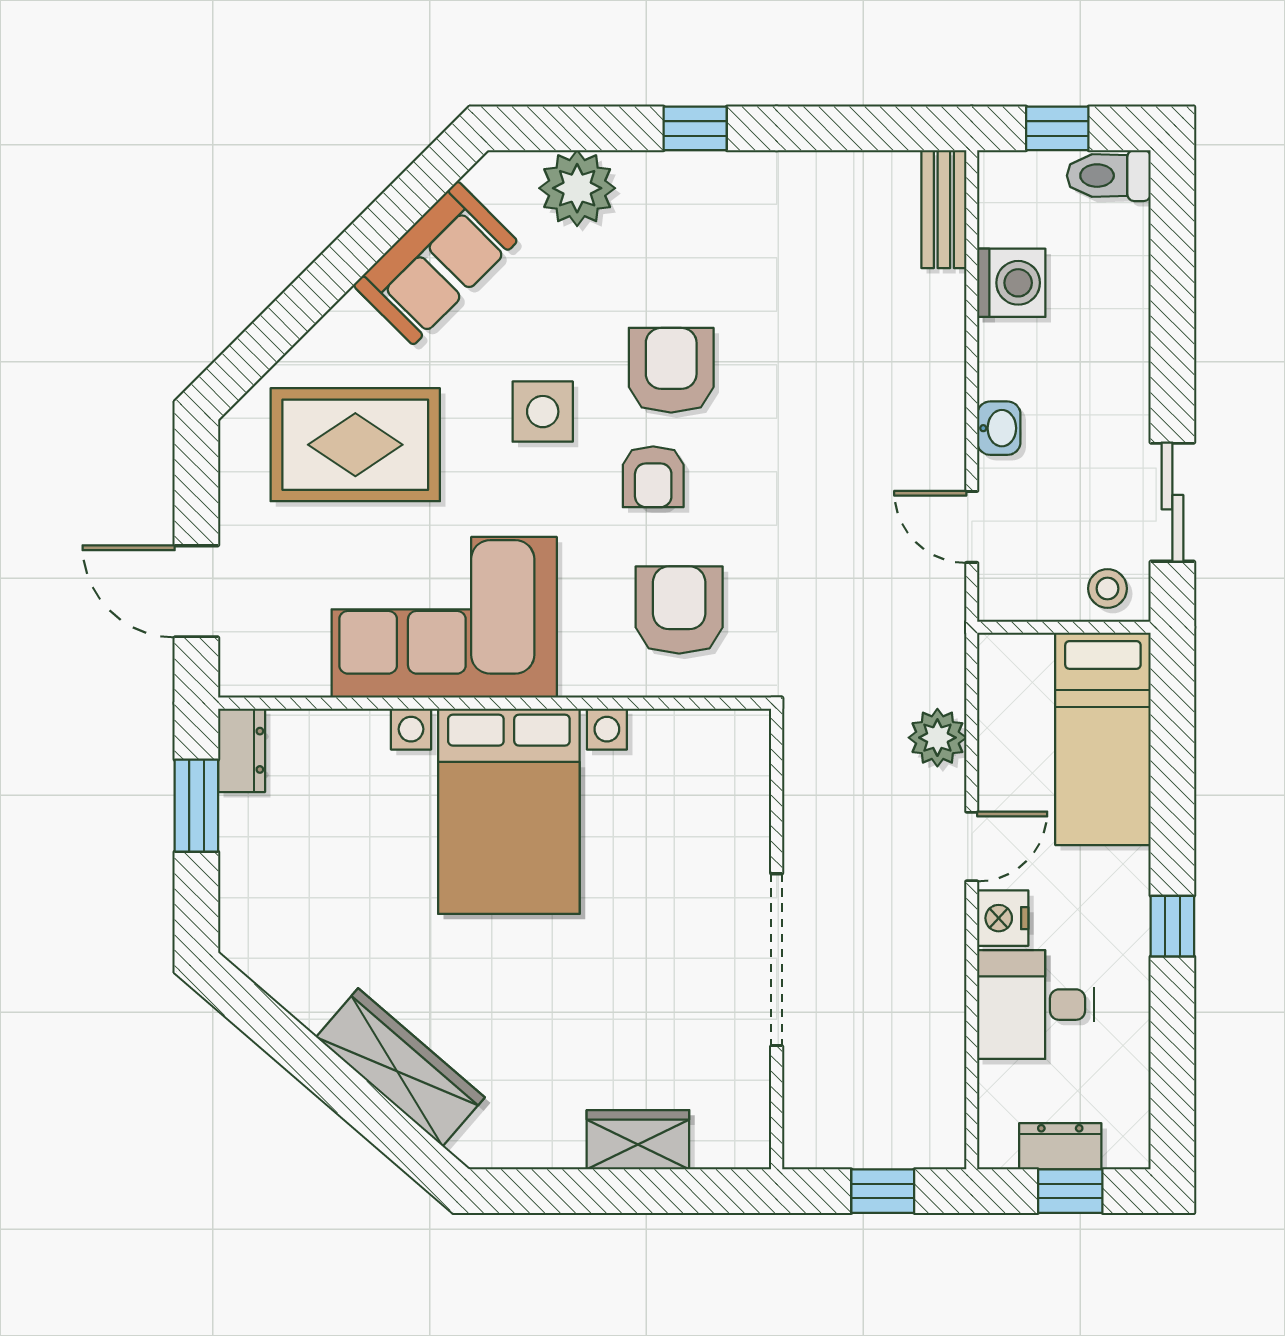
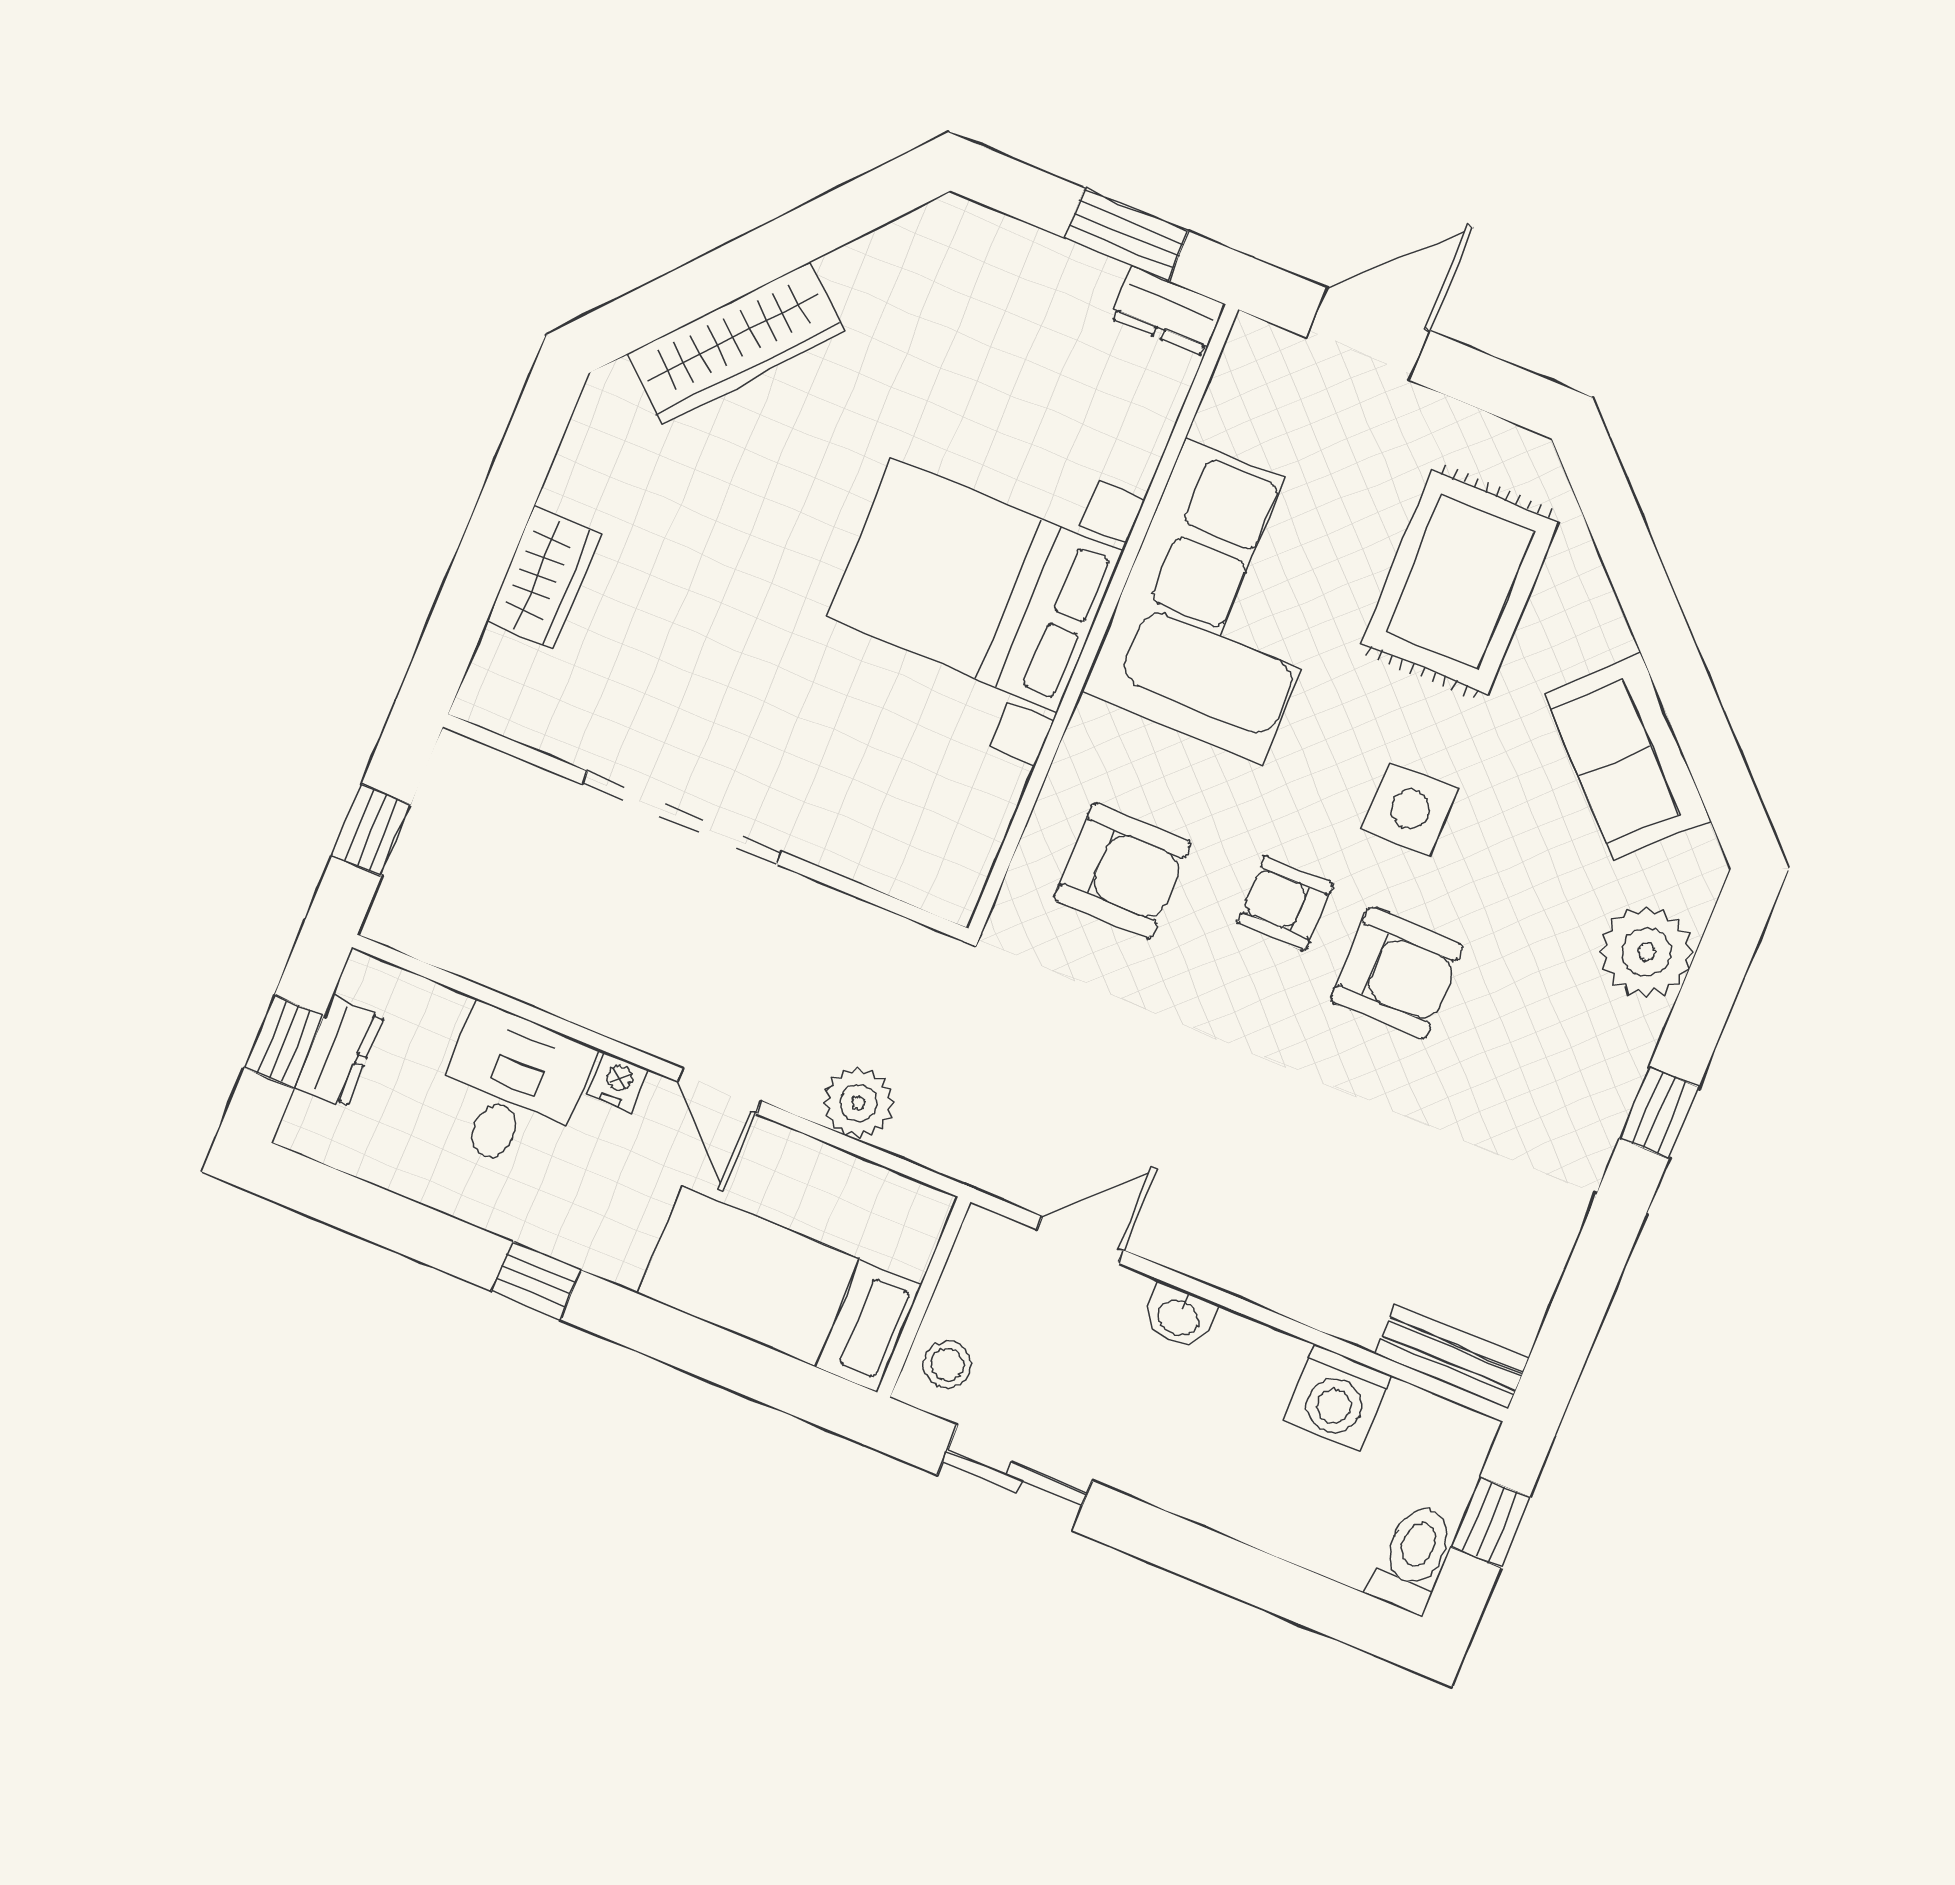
nightstand: (1003, 918) -> (618, 1082), width x0.72, depth x0.74

